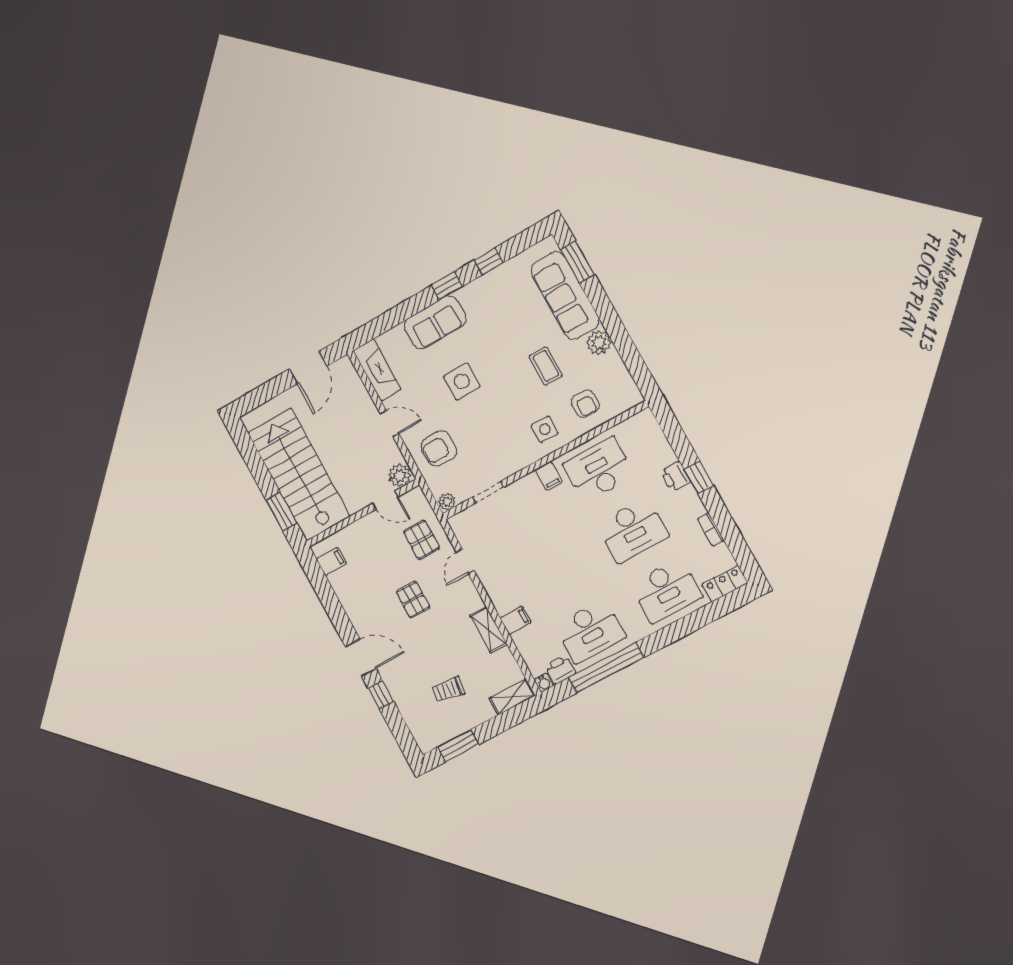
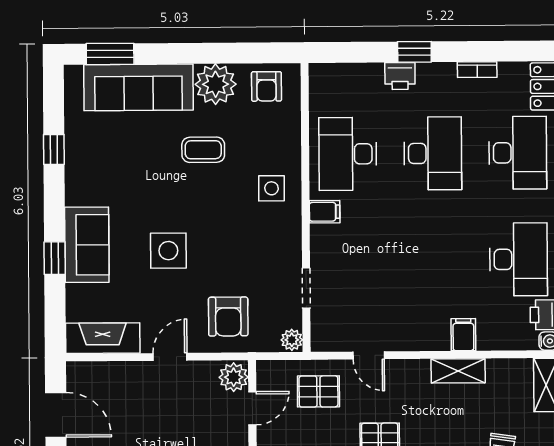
window: (447, 286) -> (55, 258), moved
plant: (599, 343) -> (216, 84), width x1.36, depth x1.36
armchair: (585, 404) -> (266, 86), moved, turned 90

